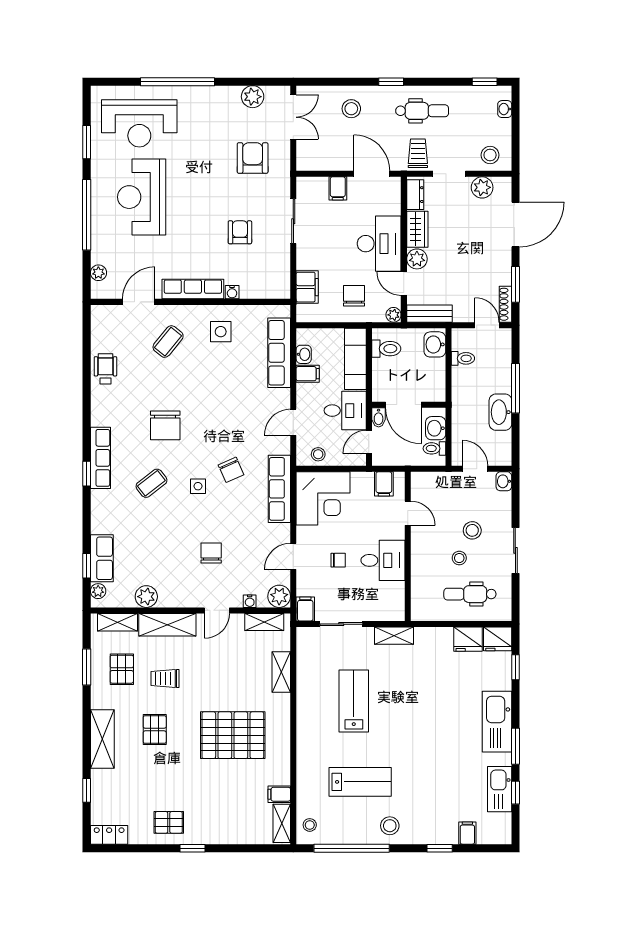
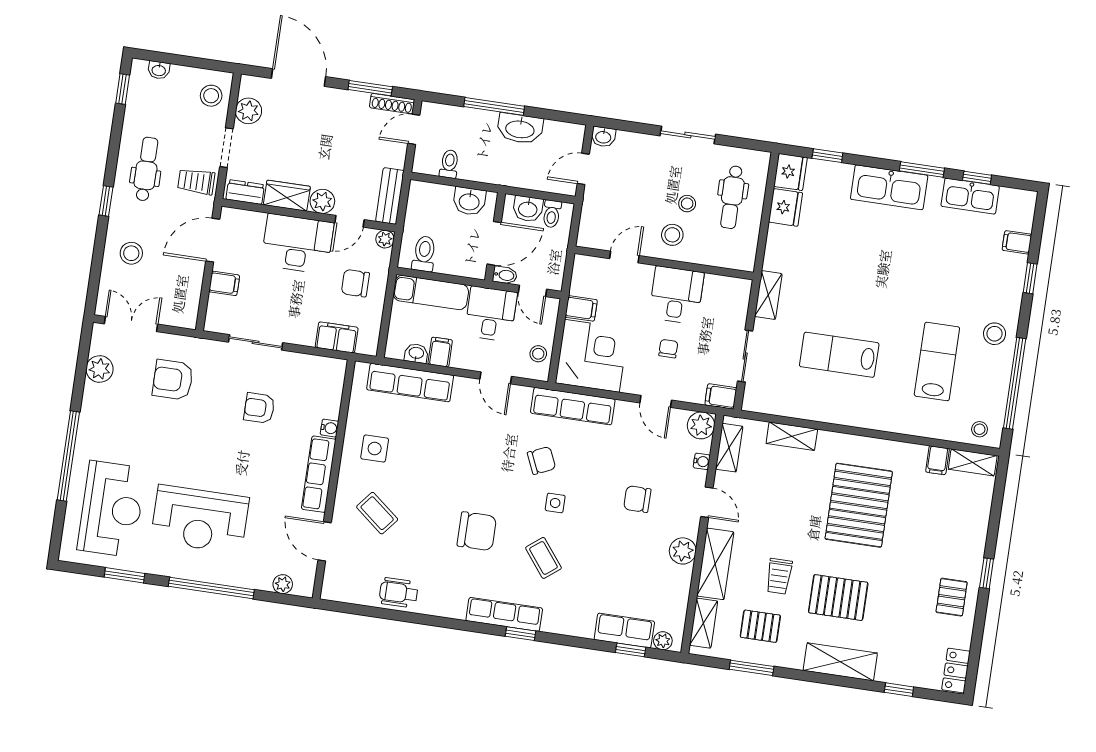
washbasin: (435, 344) -> (469, 201), moved
filing cabinet: (384, 484) -> (581, 308), moved
stool: (472, 530) -> (672, 235), moved
plant: (146, 597) -> (683, 551), moved
pallet: (155, 730) -> (838, 598), width x1.50, depth x1.42

